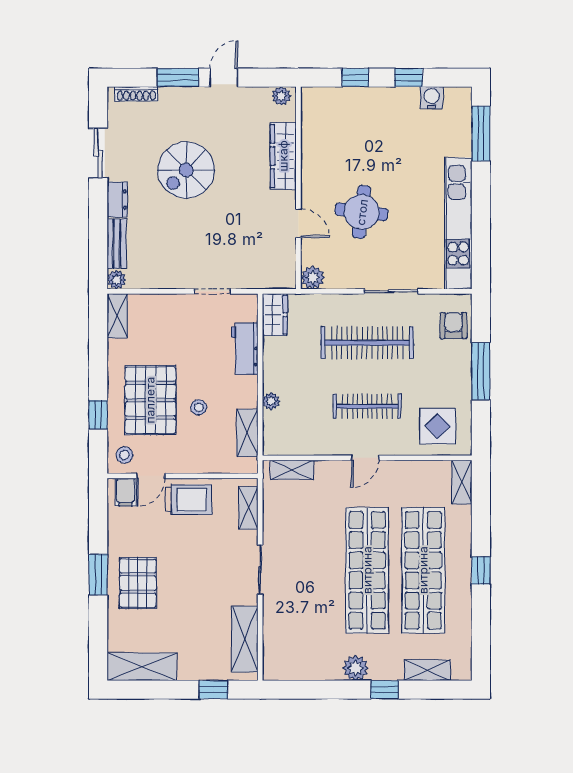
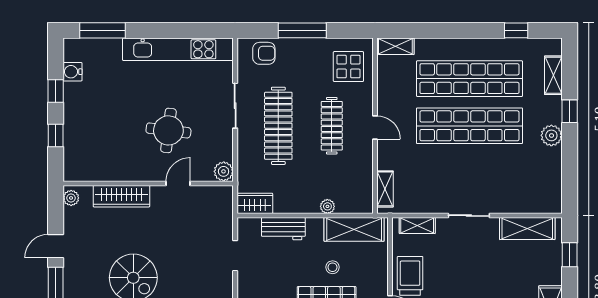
door: (224, 78) -> (56, 246), hinge flipped
armchair: (453, 326) -> (264, 53), turned 180
shelving: (247, 433) -> (354, 229), width x1.50, depth x1.33
window: (481, 570) -> (516, 30), moved

